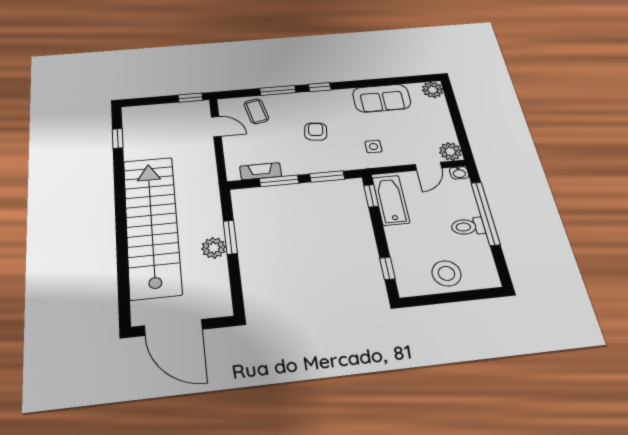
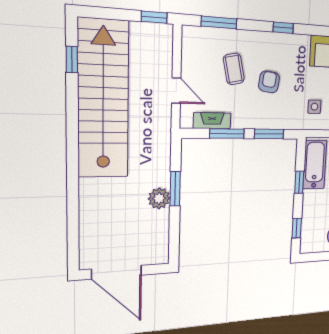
window: (278, 90) -> (219, 22), moved
coffee table: (256, 111) -> (234, 69), moved
door: (216, 127) -> (176, 91), moved
window: (371, 196) -> (299, 182), moved
stairs: (152, 226) -> (103, 99), moved

